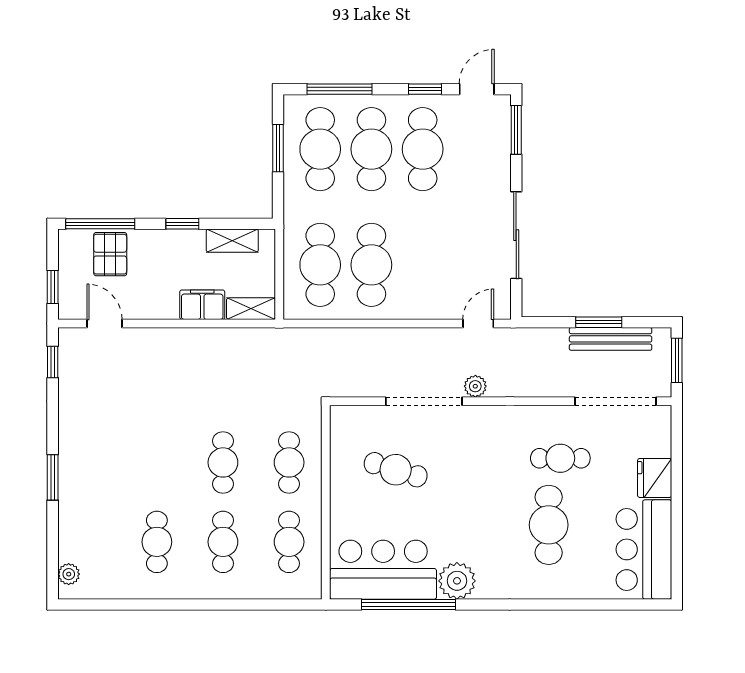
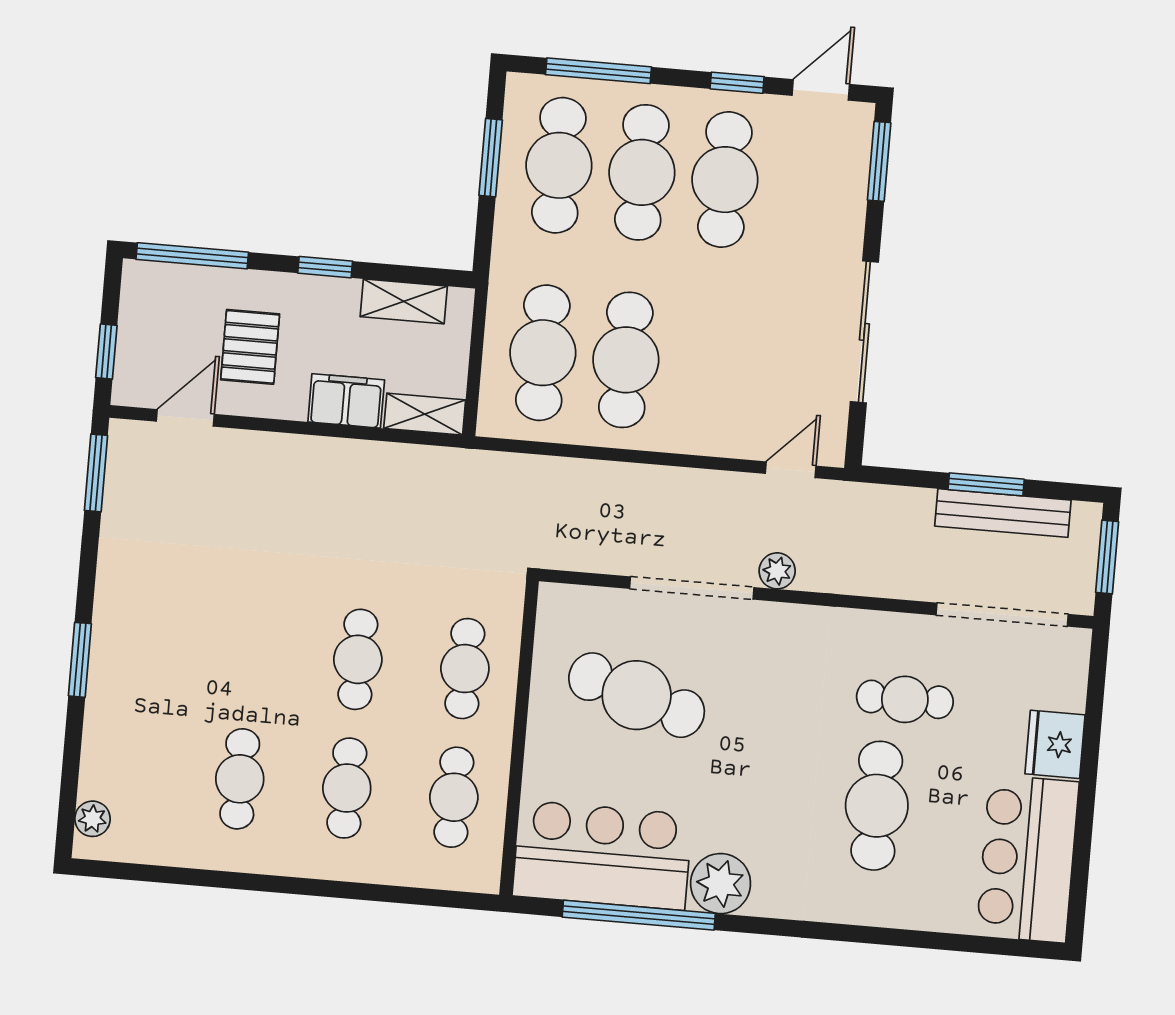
pallet: (110, 254) -> (250, 347), moved
door: (104, 324) -> (185, 418), hinge flipped
window: (53, 362) -> (96, 473), width x1.50
cafe table: (396, 470) -> (637, 695), width x1.37, depth x1.35

